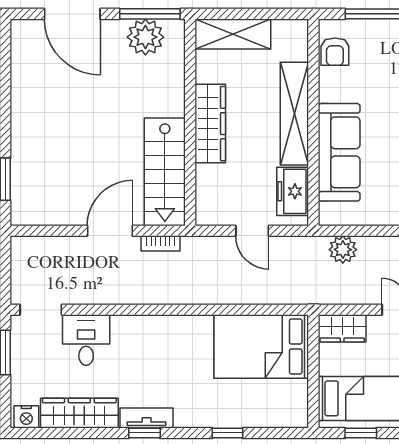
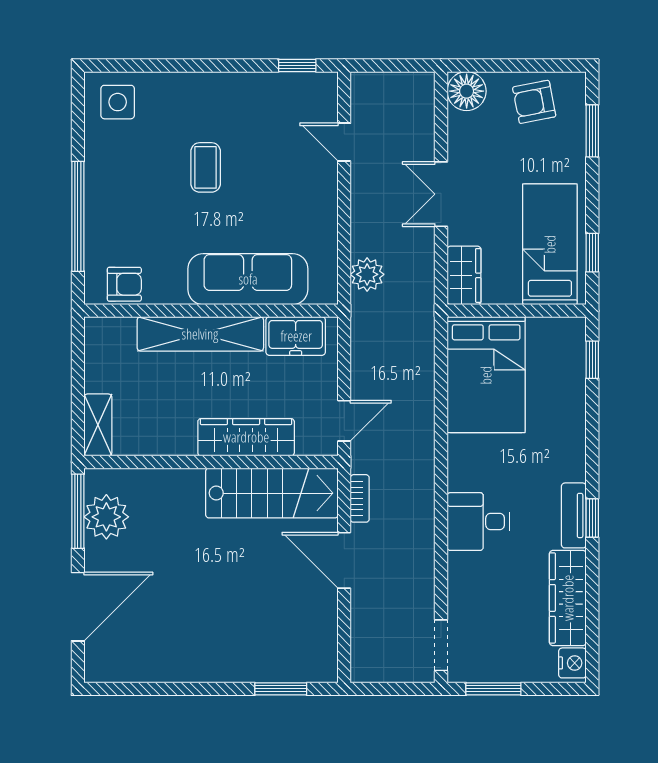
shelving: (233, 34) -> (98, 425), width x0.67, depth x0.75
wardrobe: (210, 124) -> (246, 437), moved
door: (252, 231) -> (344, 421), moved
desk: (86, 340) -> (478, 522), moved
window: (227, 433) -> (592, 360), moved

